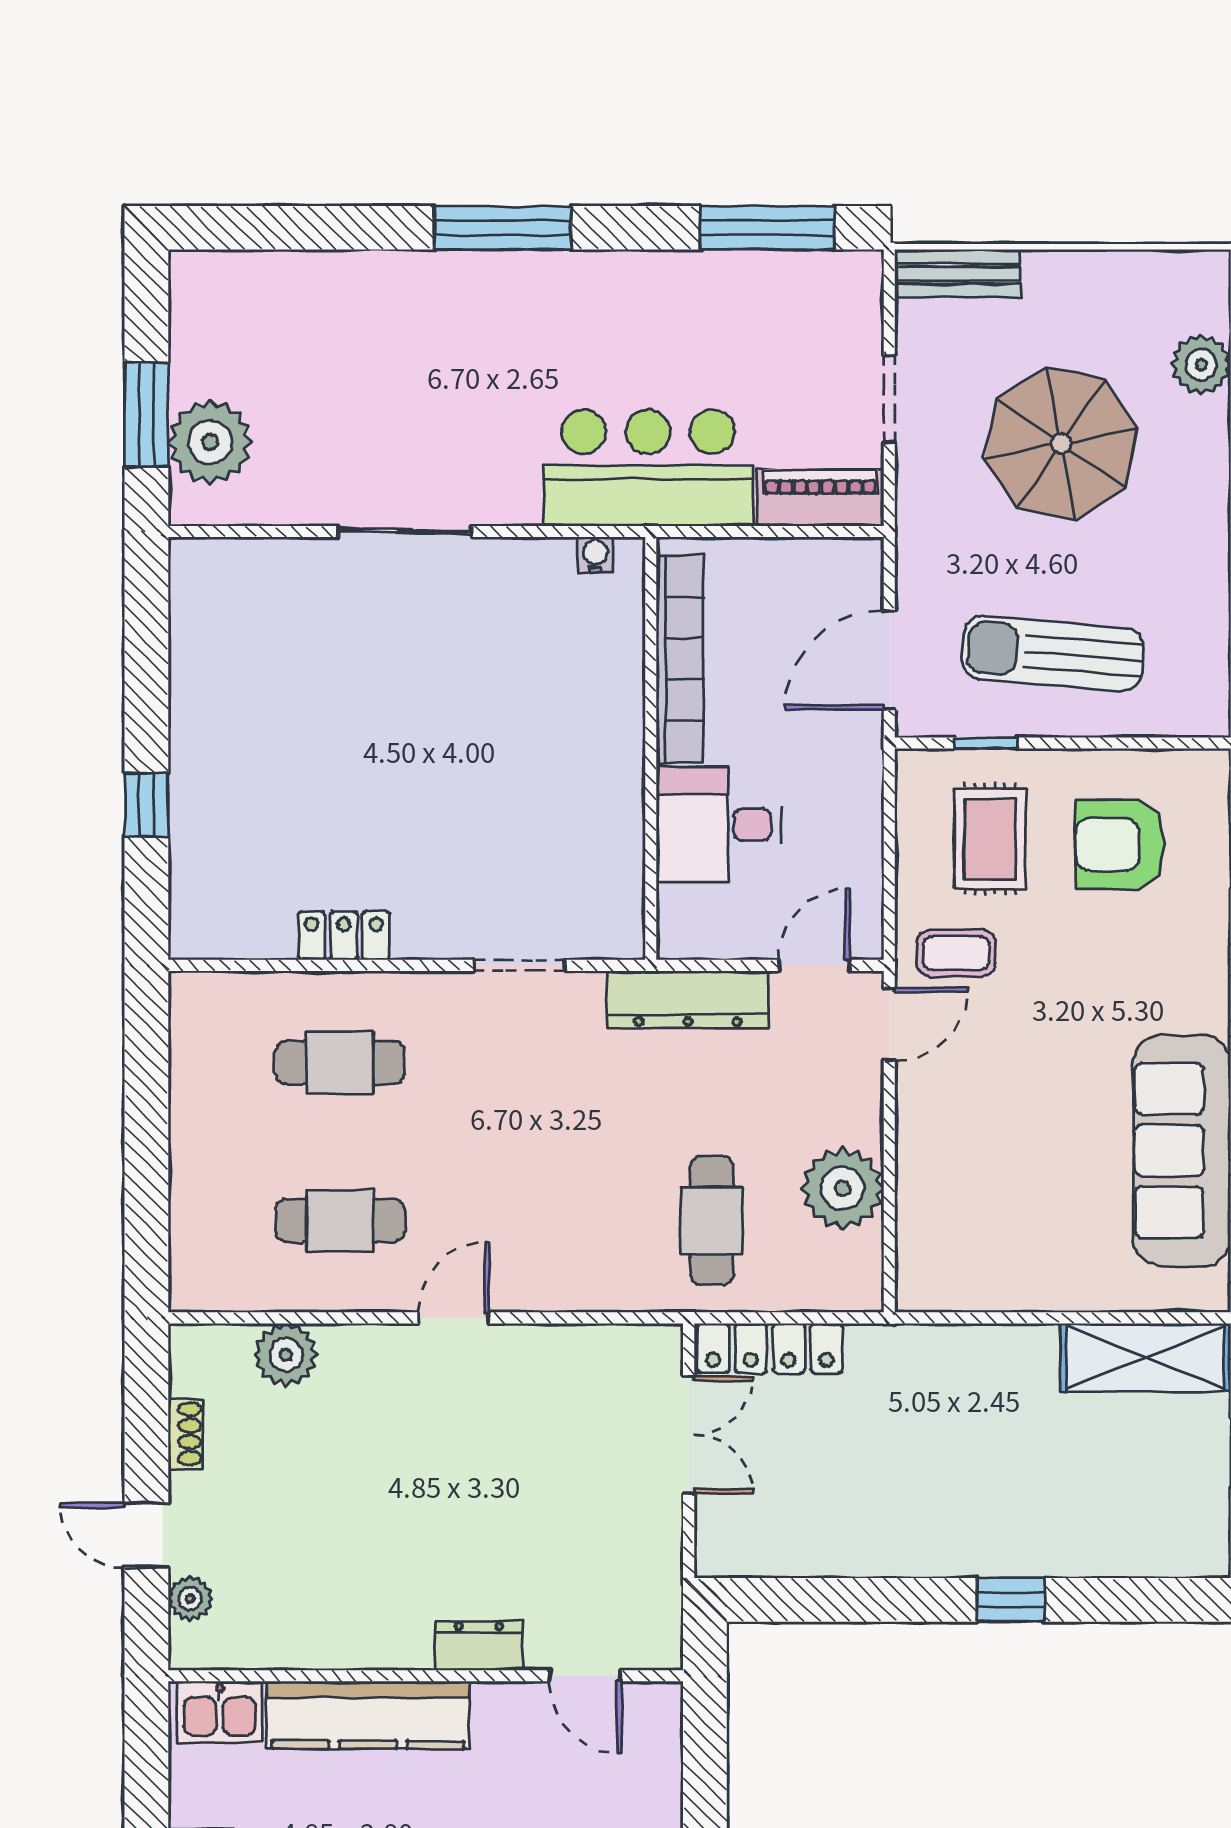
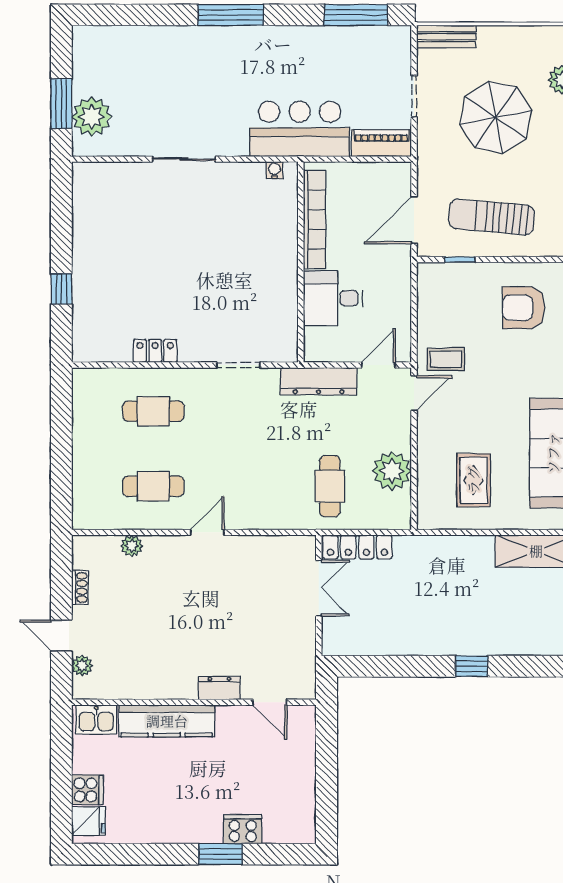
rug: (990, 839) -> (473, 480), moved
plant: (286, 1355) -> (132, 546), width x0.73, depth x0.73

